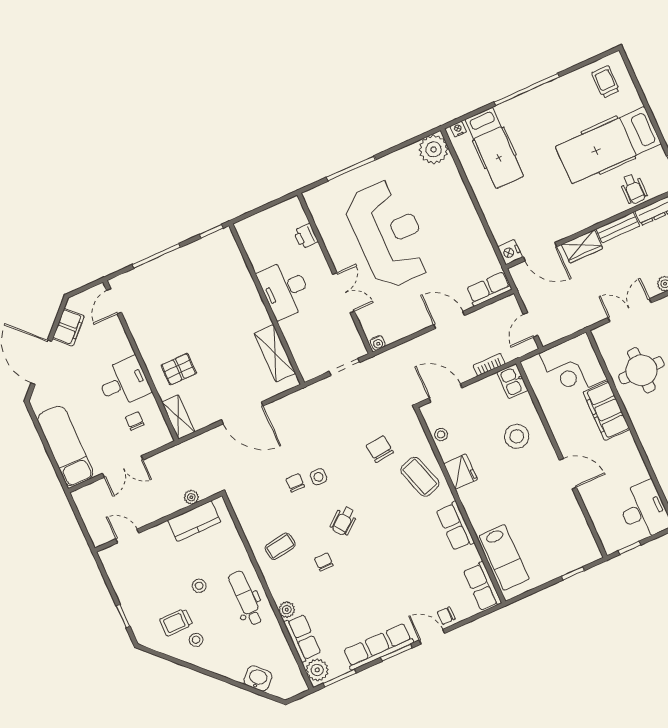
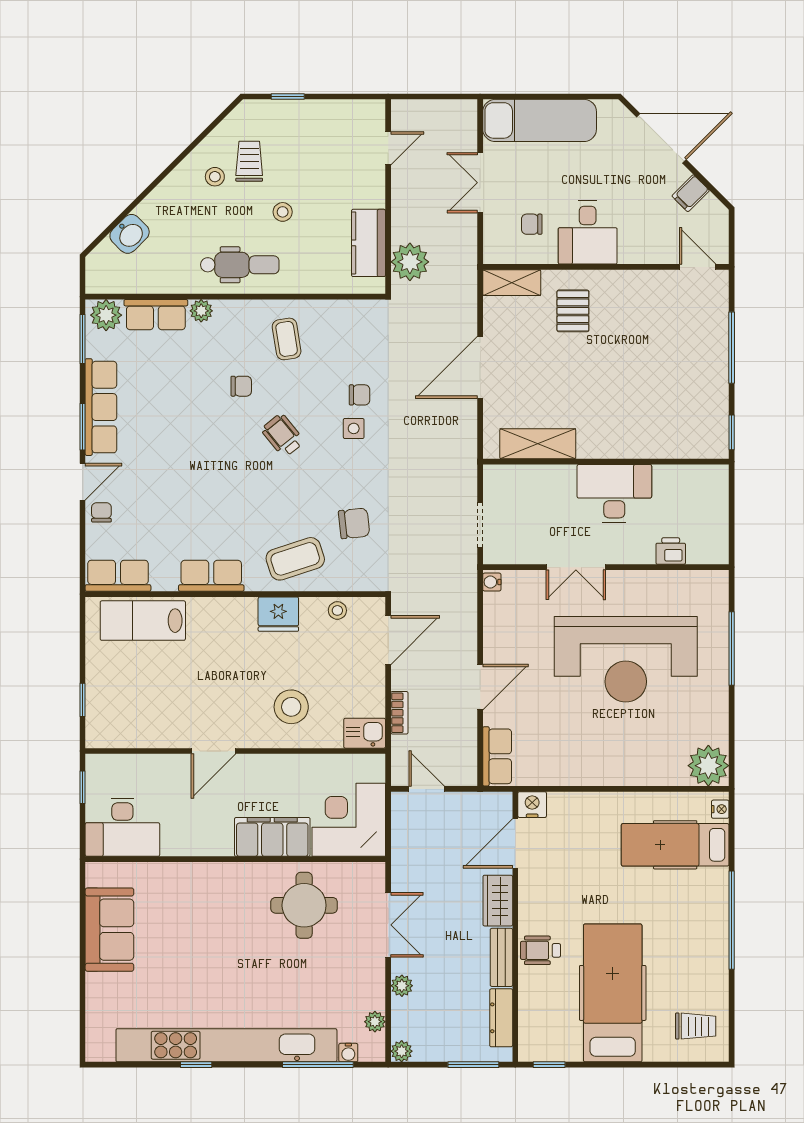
wheelchair: (633, 189) -> (541, 950), moved
filing cabinet: (68, 327) -> (691, 193), width x0.50
chair: (135, 421) -> (532, 224), turned 180
plant: (191, 497) -> (410, 262), width x1.88, depth x1.88

